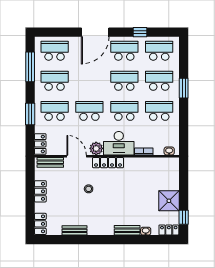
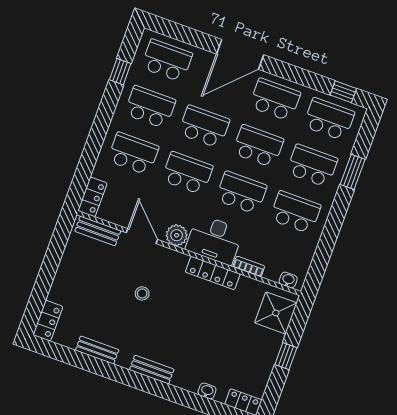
window: (140, 32) -> (343, 92), moved
window: (30, 67) -> (120, 72), width x0.46
school desk: (89, 81) -> (204, 127), added
window: (184, 88) -> (353, 172), moved
window: (30, 114) -> (94, 145), removed
locker: (108, 163) -> (213, 273), moved
locker: (40, 191) -> (66, 270), removed
shower: (169, 201) -> (276, 313), moved
window: (184, 217) -> (286, 356), moved
bench: (127, 230) -> (152, 370), moved

